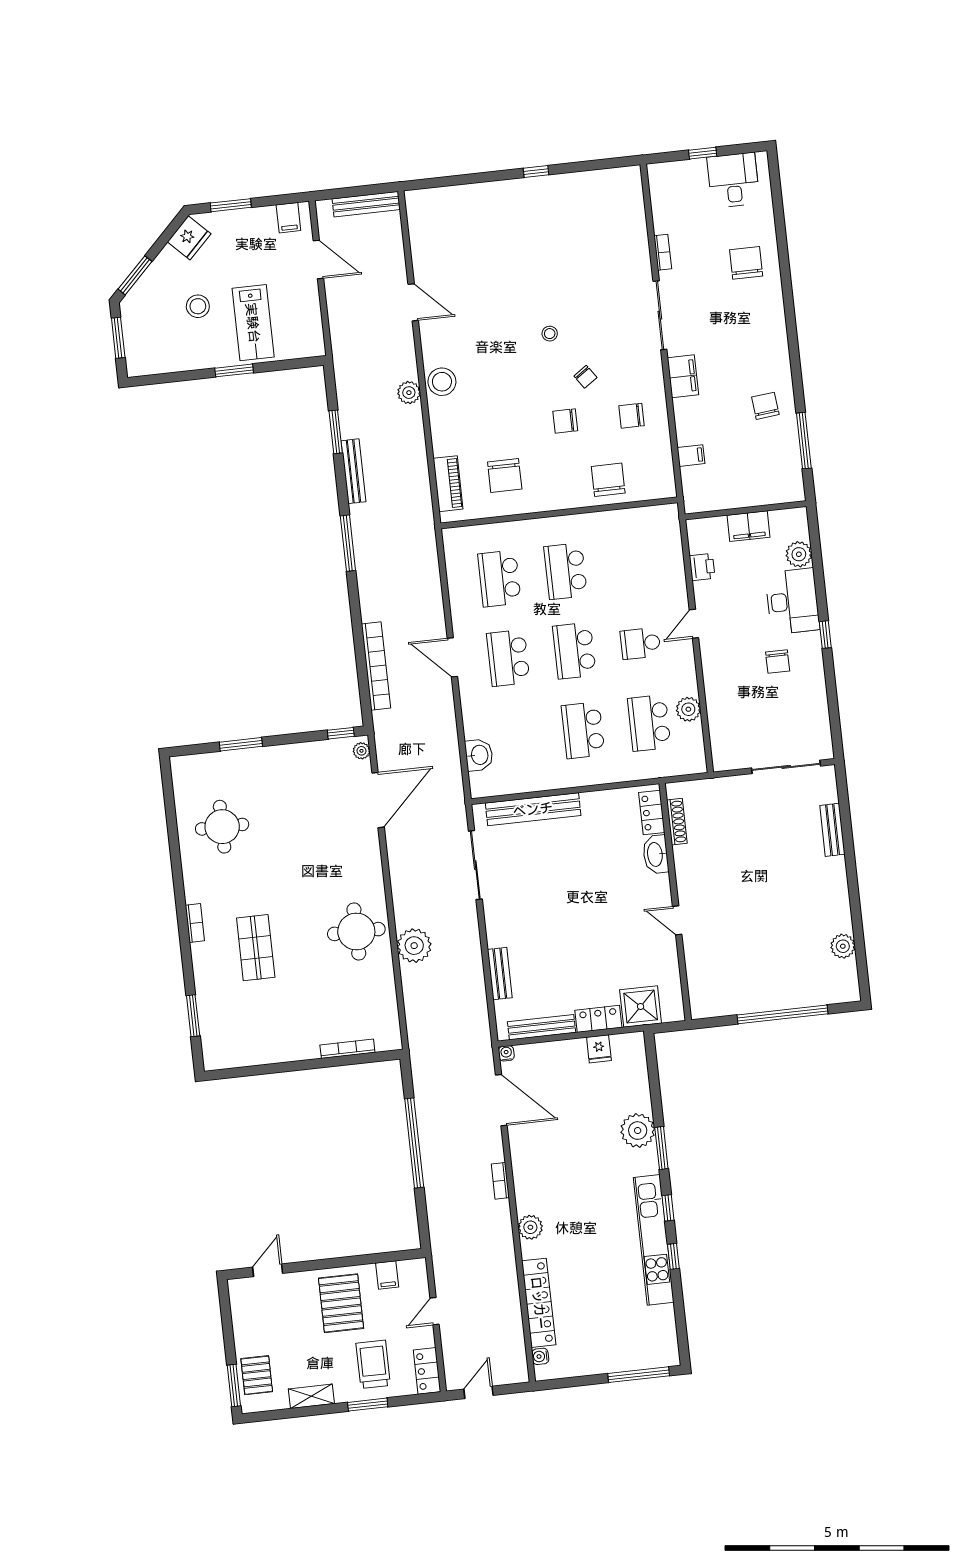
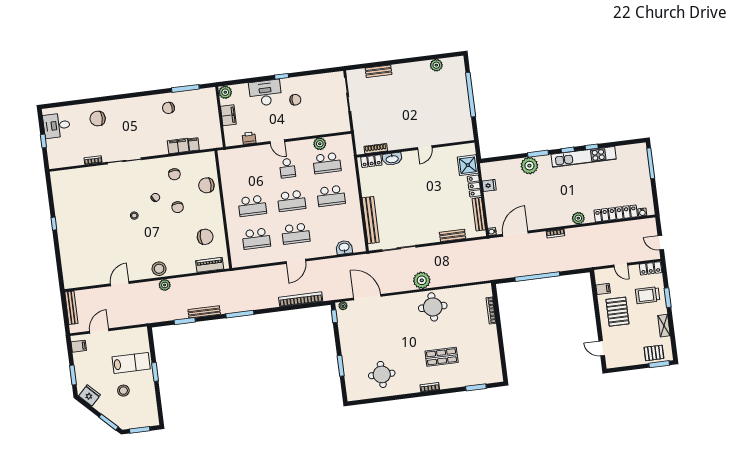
filing cabinet: (683, 376) -> (178, 146), moved
plant: (799, 554) -> (225, 92), moved
plant: (414, 946) -> (422, 280), moved
pallet: (341, 1303) -> (617, 312), turned 90

